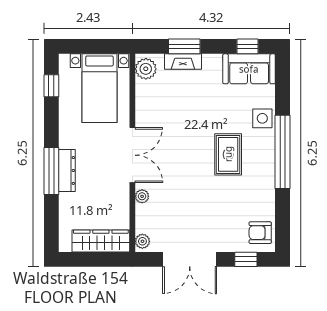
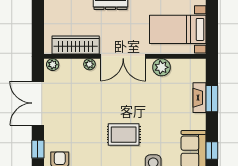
plant: (146, 69) -> (161, 67), moved
wardrobe: (101, 241) -> (76, 45), moved, turned -90

